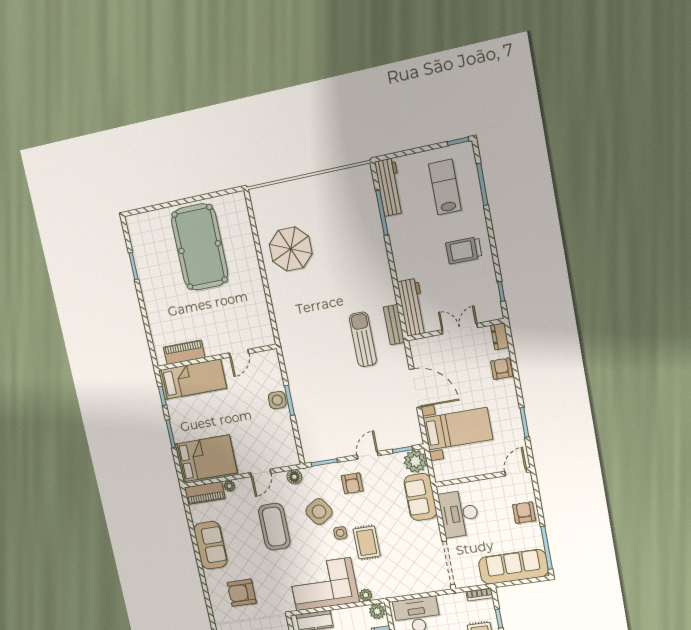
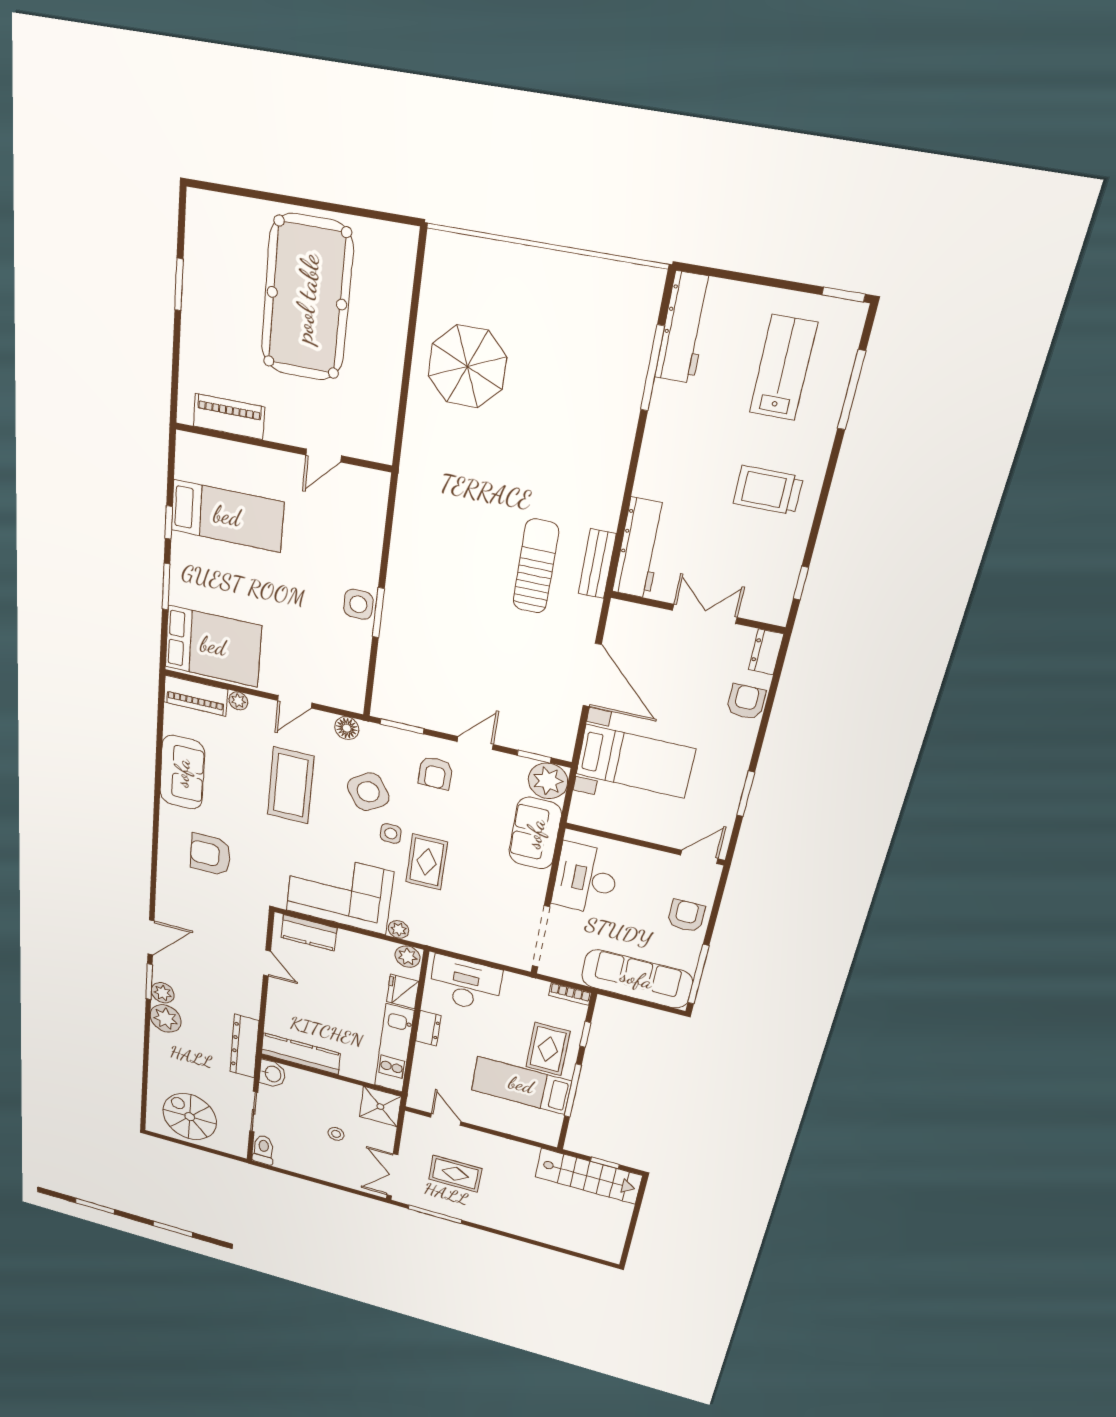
piano: (184, 352) -> (229, 417), moved
door: (239, 353) -> (323, 455), moved
wall: (217, 357) -> (283, 447), moved

